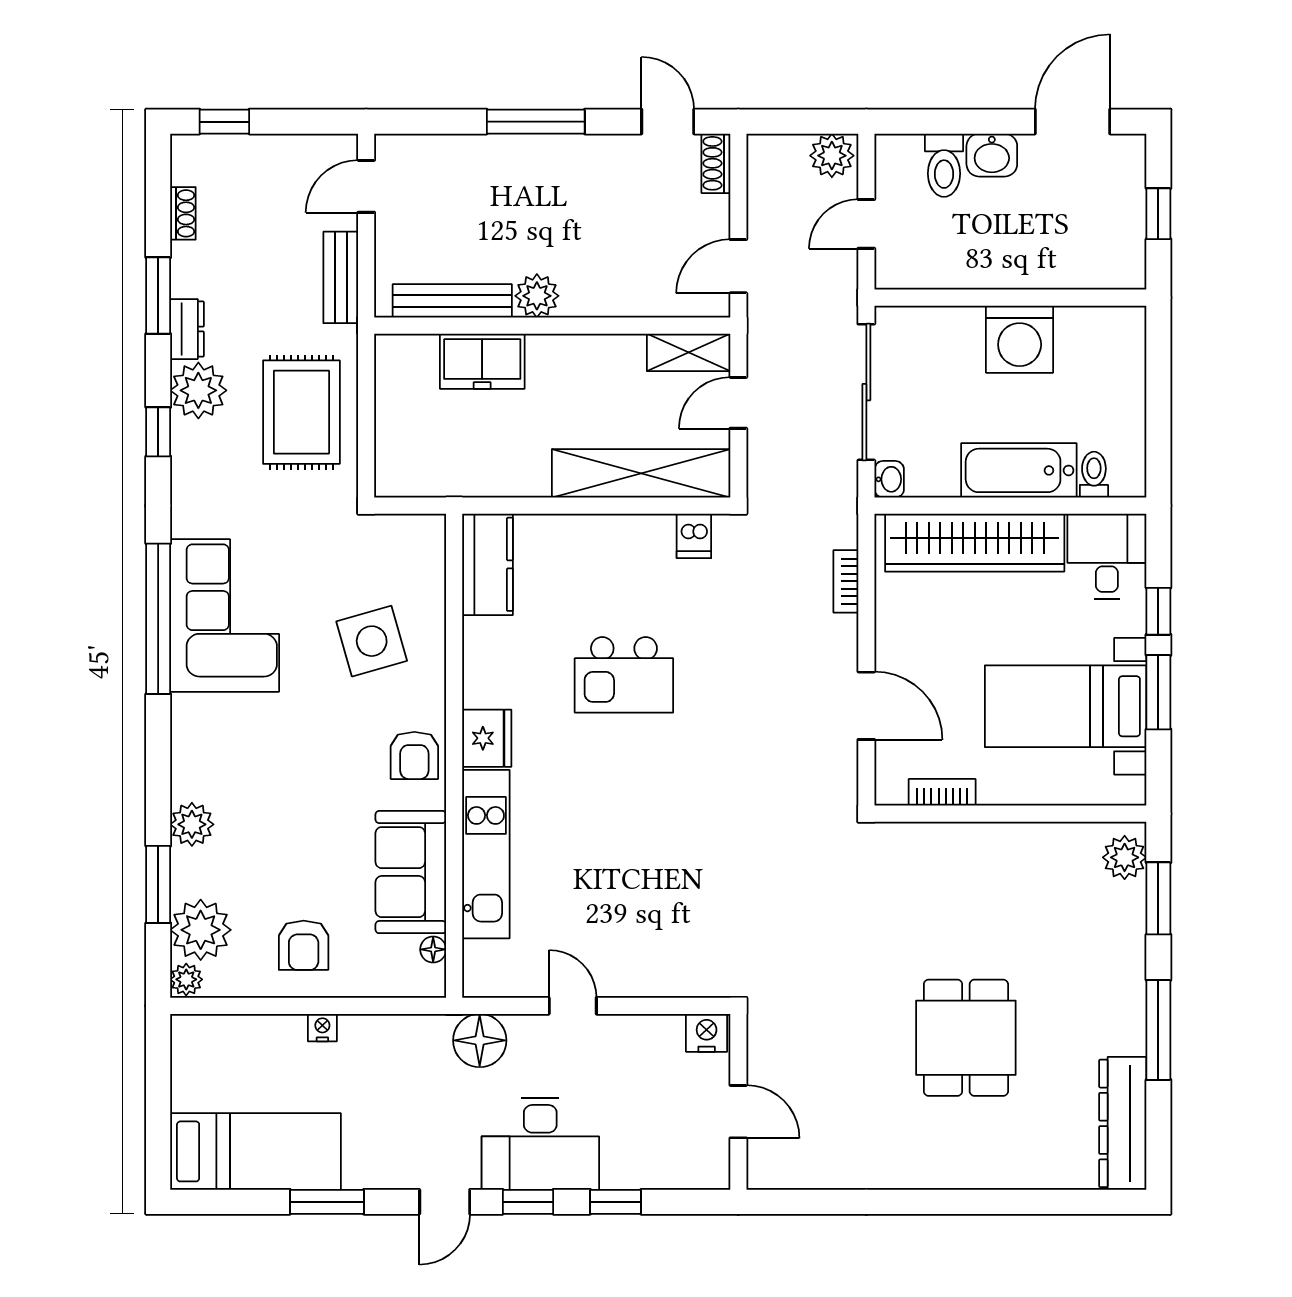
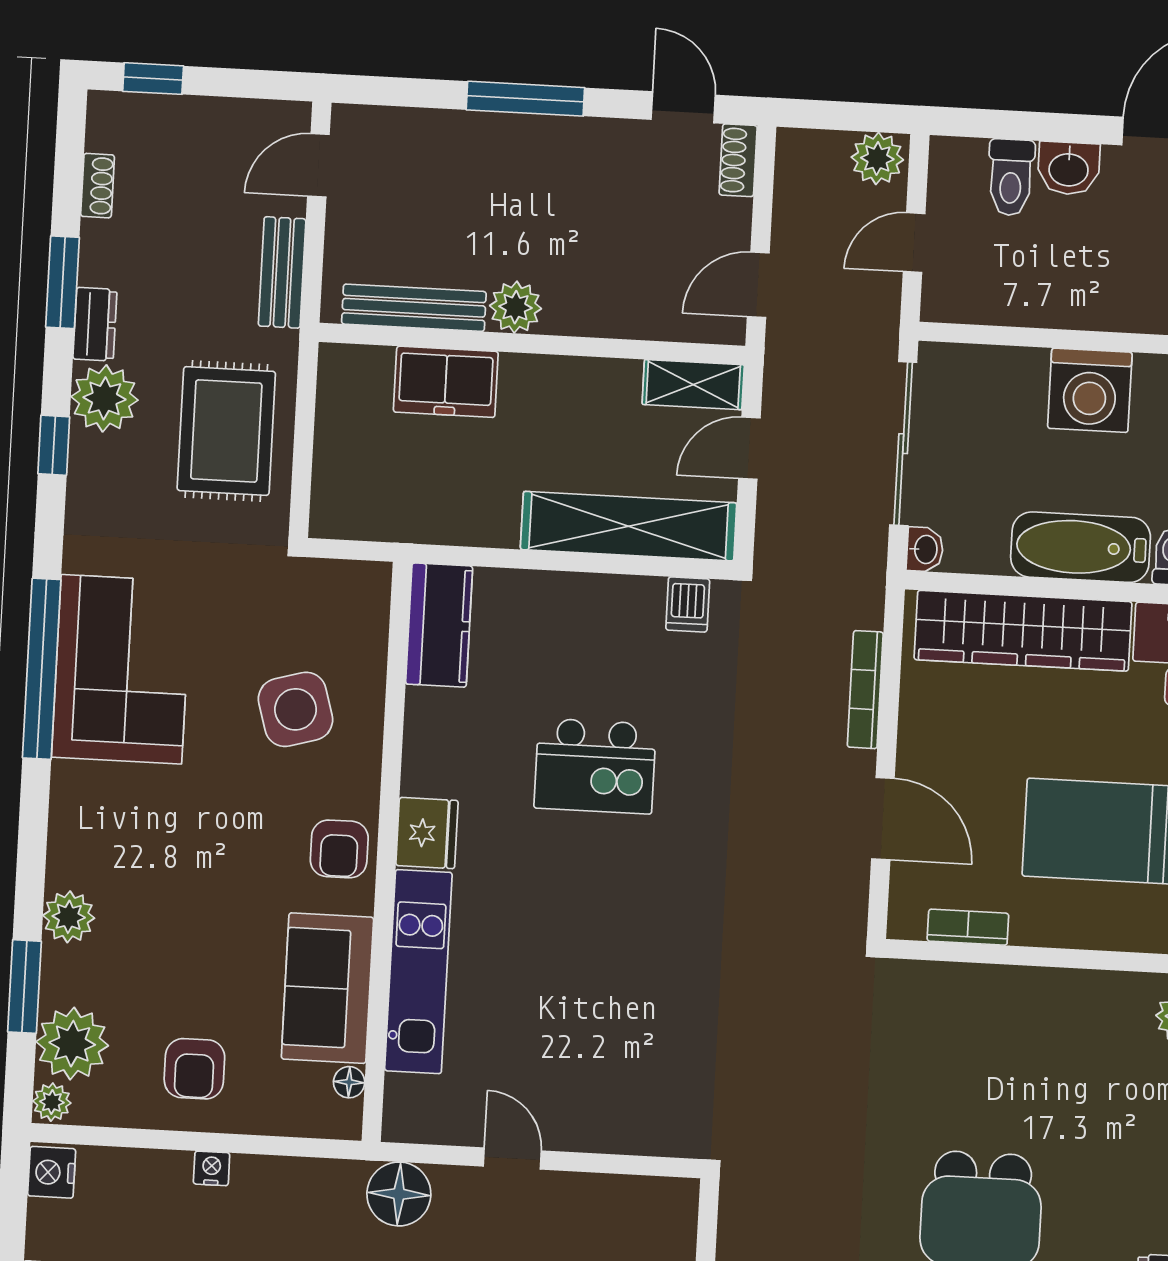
bookcase: (846, 581) -> (865, 690), width x1.56
nightstand: (707, 1033) -> (52, 1172), moved, turned -90

